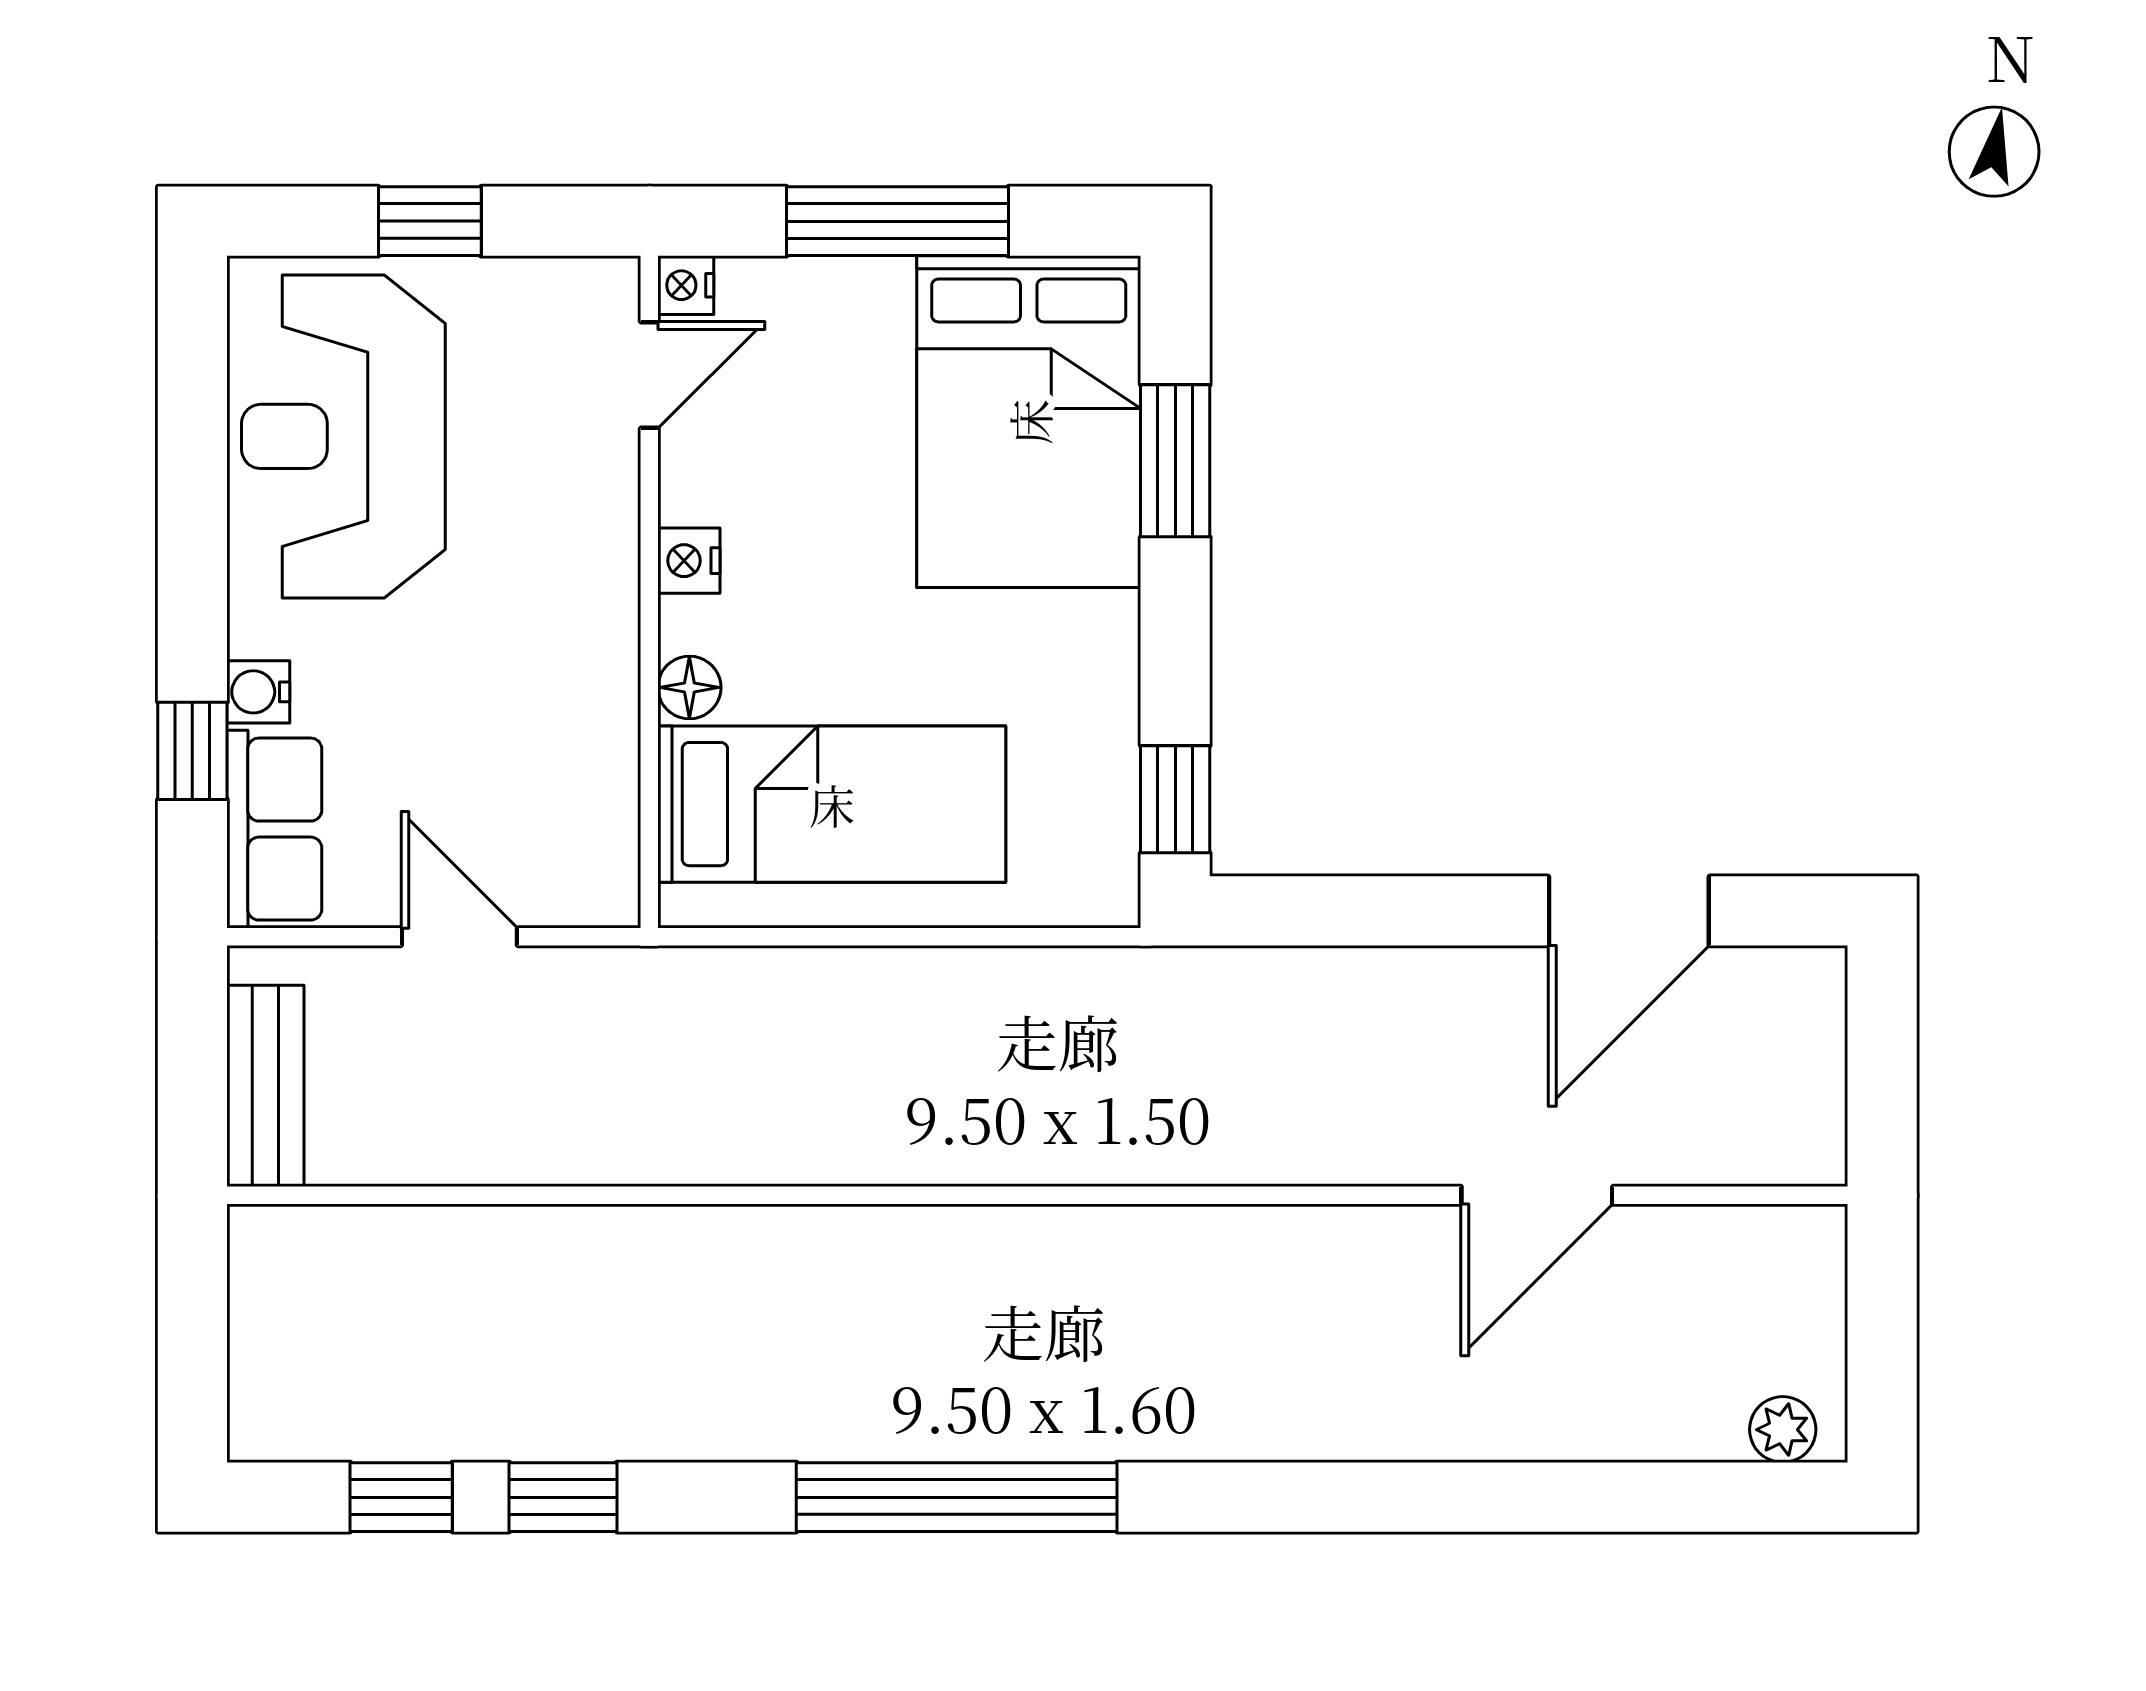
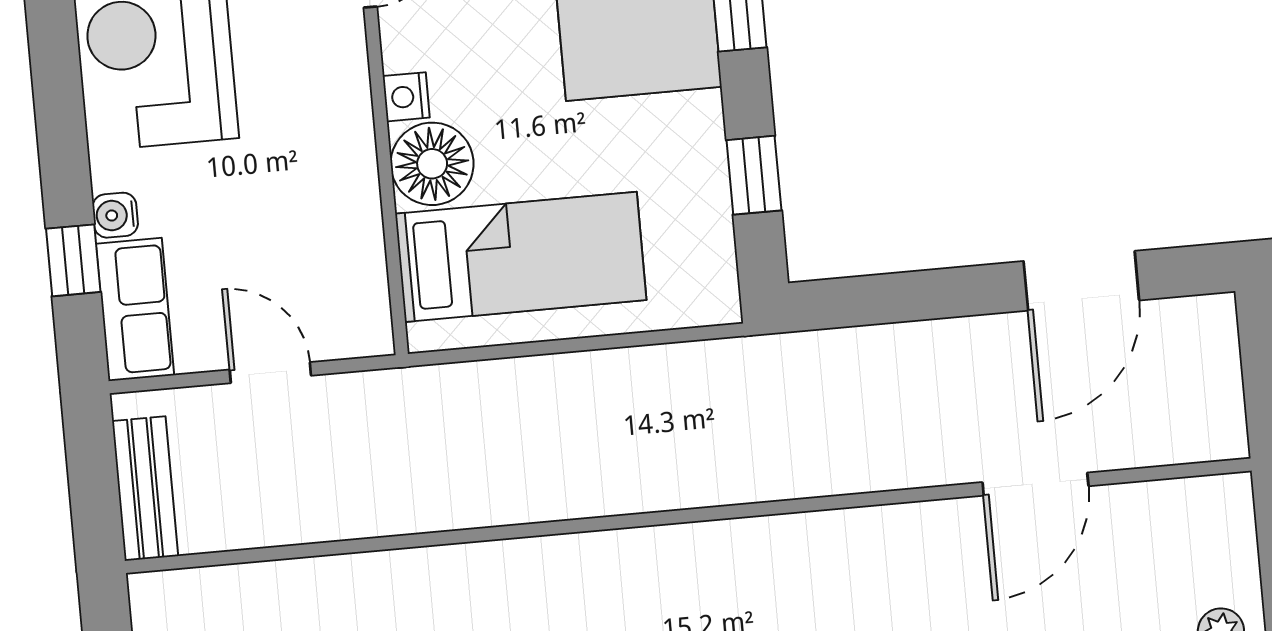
floor lamp: (689, 687) -> (432, 164), width x1.89, depth x1.89
window: (1175, 799) -> (754, 175), moved

